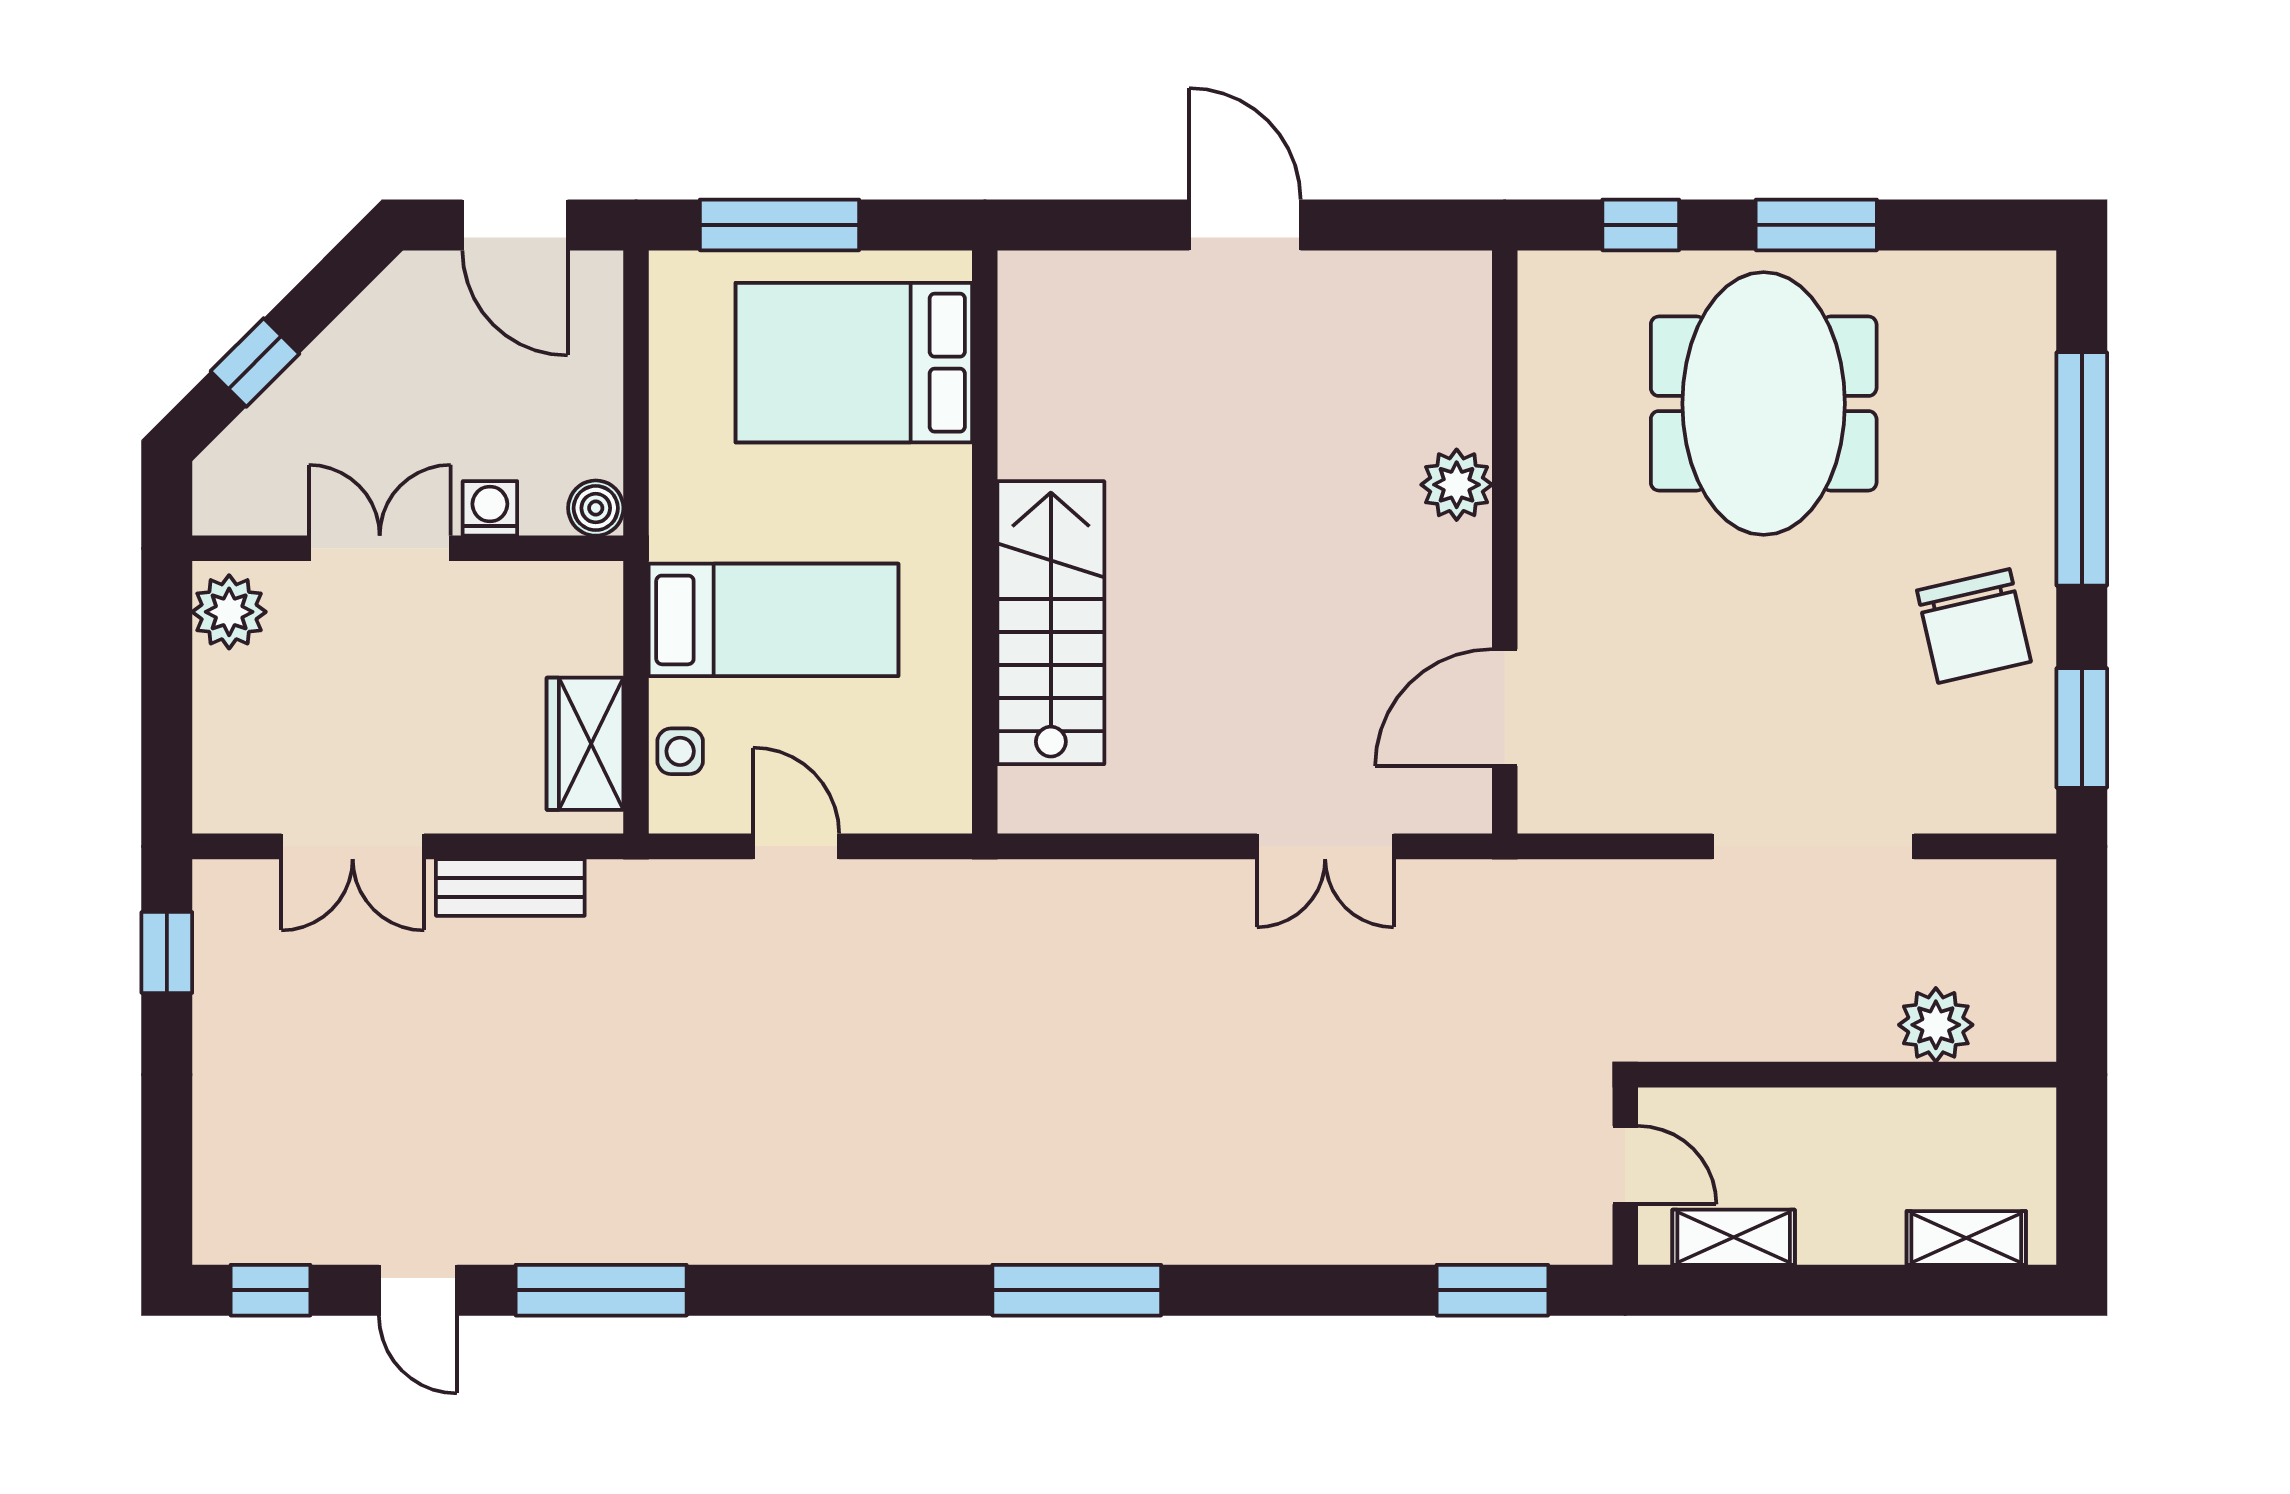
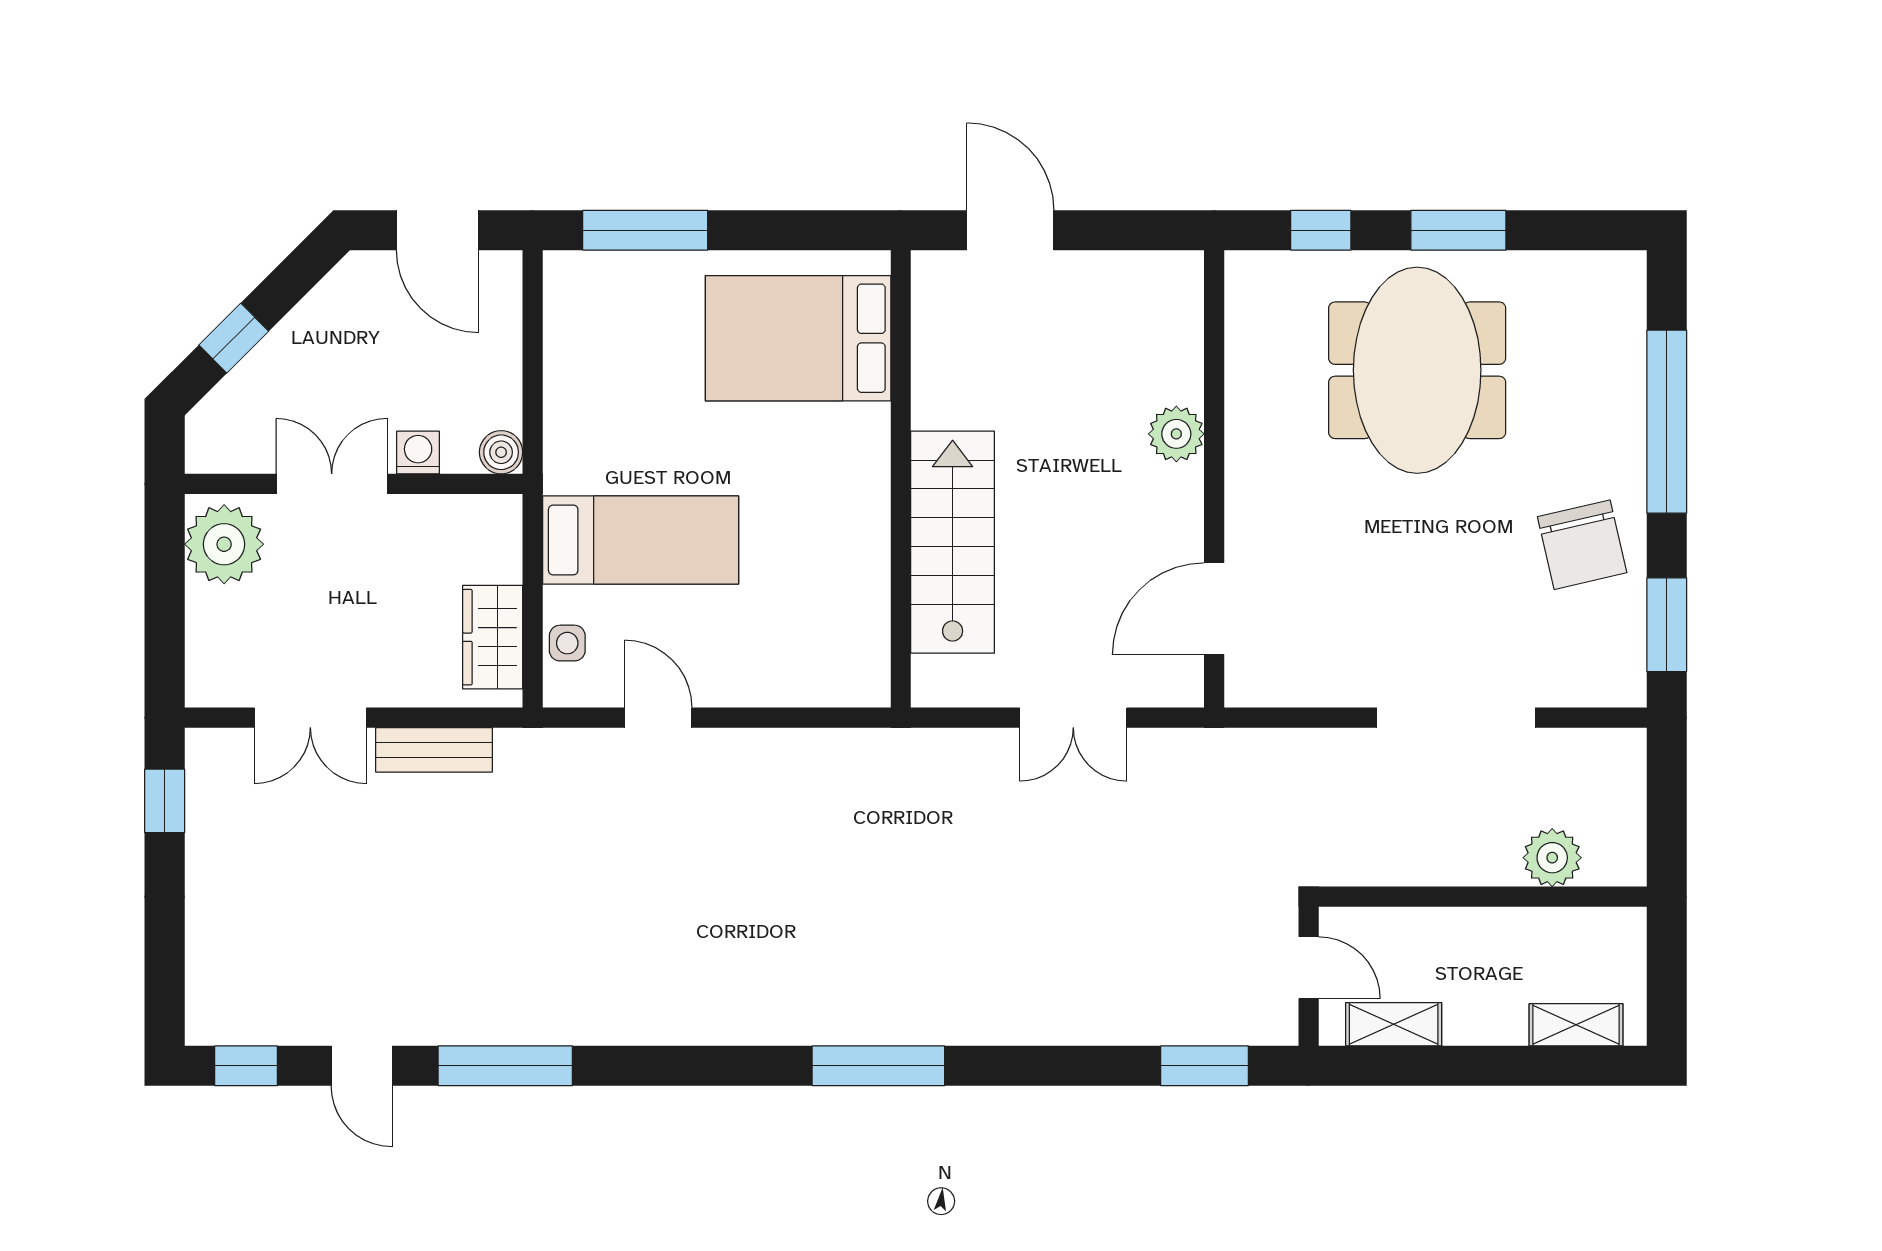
bed: (854, 363) -> (798, 338), moved
wall: (985, 542) -> (901, 479), moved
plant: (229, 612) -> (224, 544), width x1.36, depth x1.36
stairs: (1051, 623) -> (953, 542), moved

